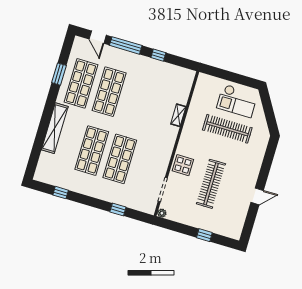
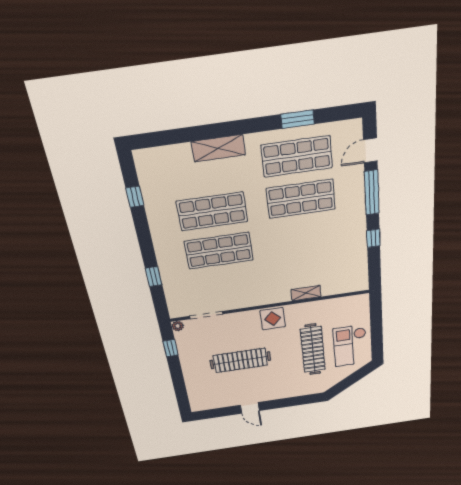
shelving: (55, 128) -> (218, 148), width x0.68
display table: (183, 165) -> (273, 319), moved
window: (204, 235) -> (171, 348), moved

